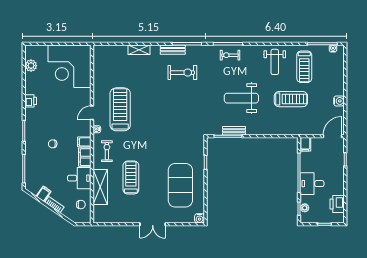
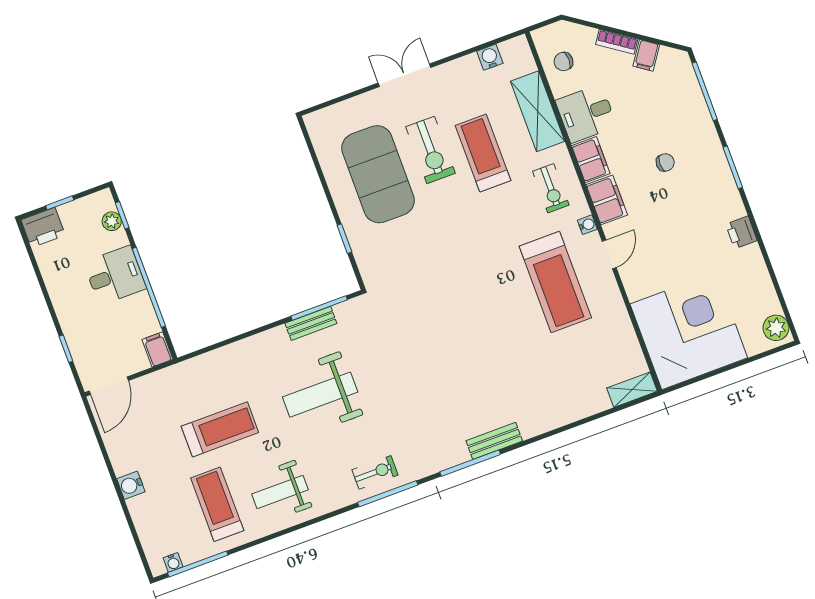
shelving: (139, 50) -> (632, 390), moved
weight bench: (275, 62) -> (280, 492), turned -90
plant: (31, 66) -> (776, 328), moved
exercise bike: (182, 73) -> (431, 150), moved, turned -90
weight bench: (241, 98) -> (320, 395), turned 180
treadmill: (291, 99) -> (220, 429), turned 180
water cooler: (339, 101) -> (131, 485), moved
filing cabinet: (84, 142) -> (607, 200), width x2.00
treadmill: (131, 178) -> (483, 153), turned 180
printer: (337, 204) -> (43, 228), moved, turned 90
water cooler: (200, 218) -> (490, 57), moved

